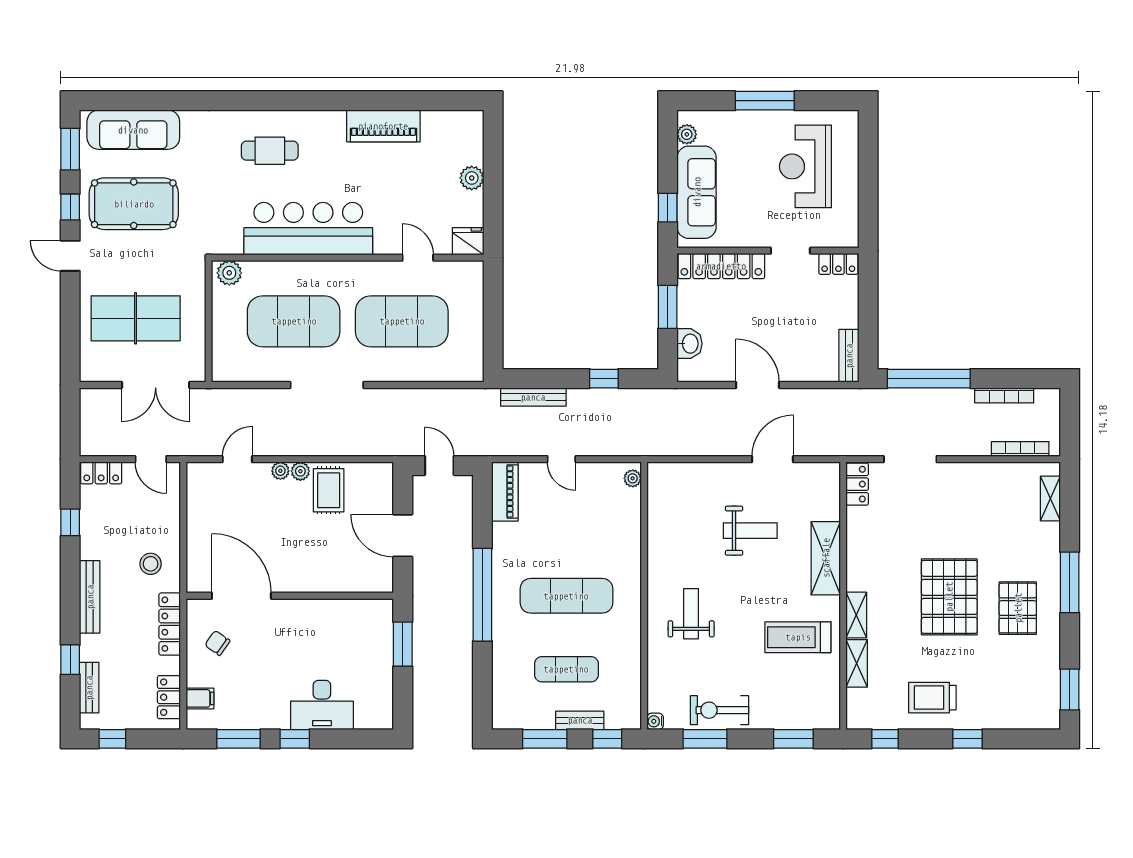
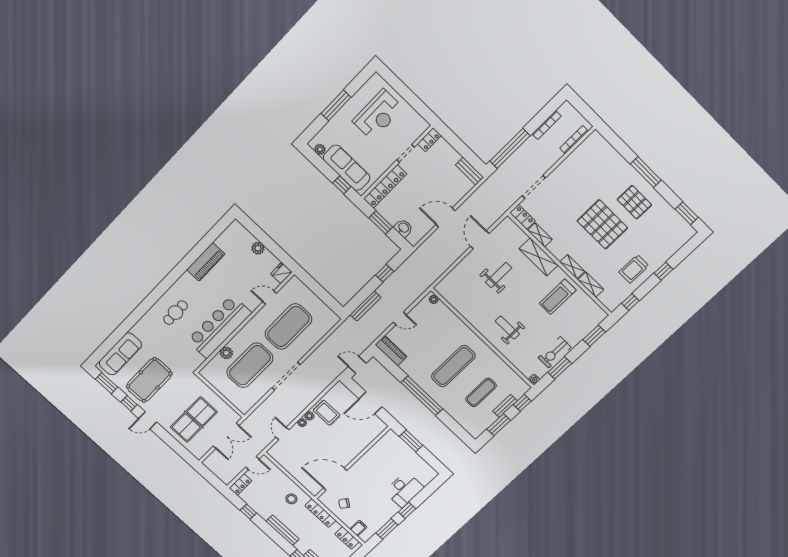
reception desk: (805, 166) -> (378, 115), turned -90
plant: (229, 273) -> (226, 353), moved
shelving: (1050, 498) -> (540, 235), moved

